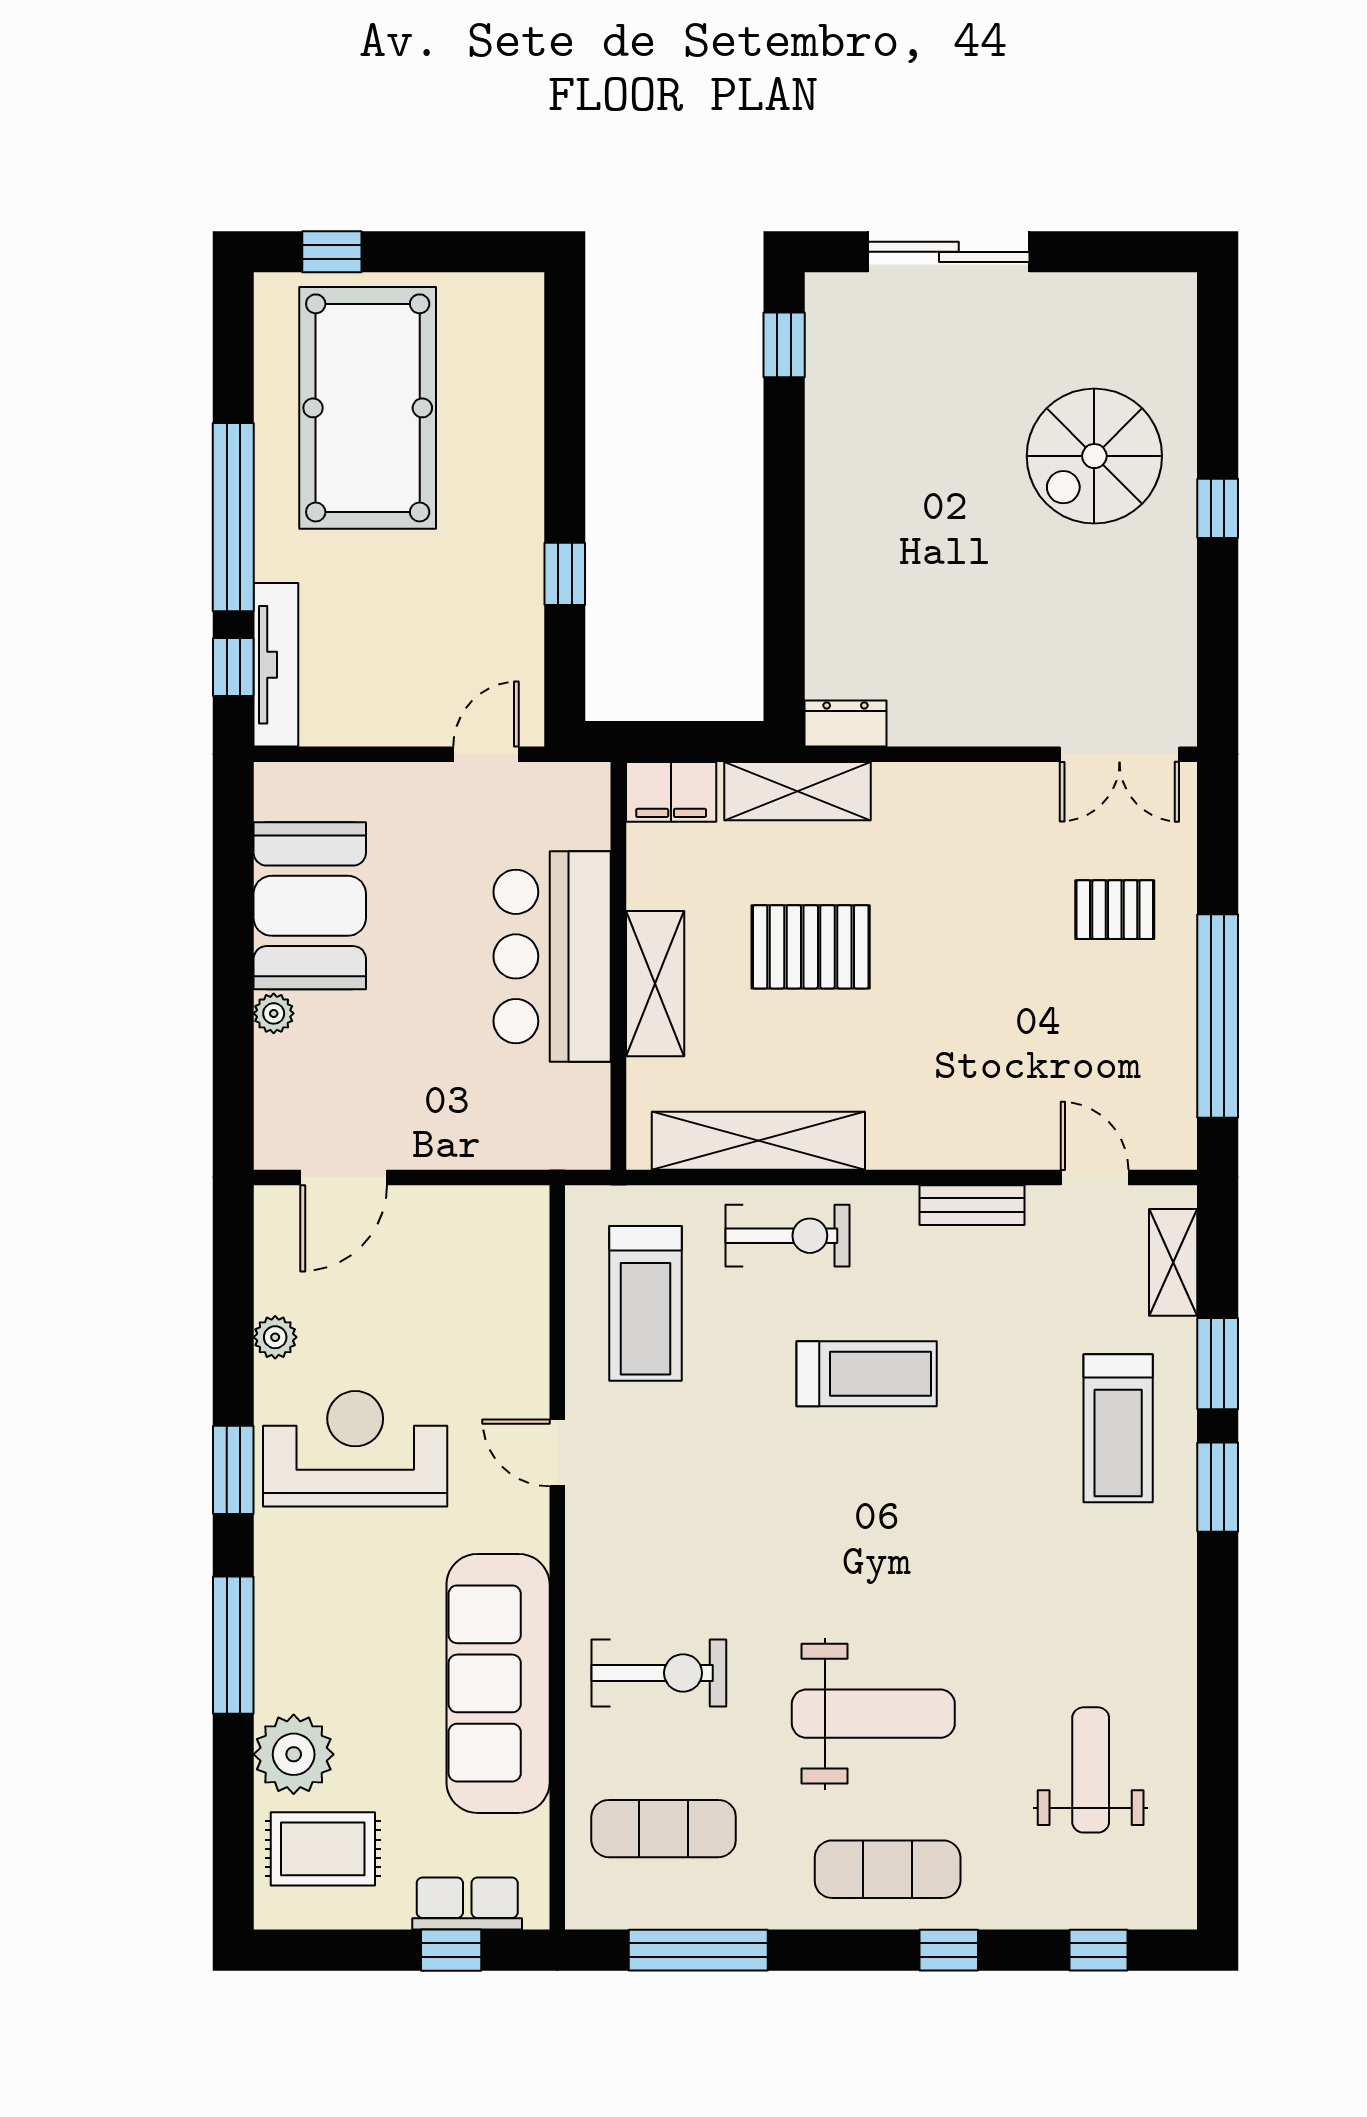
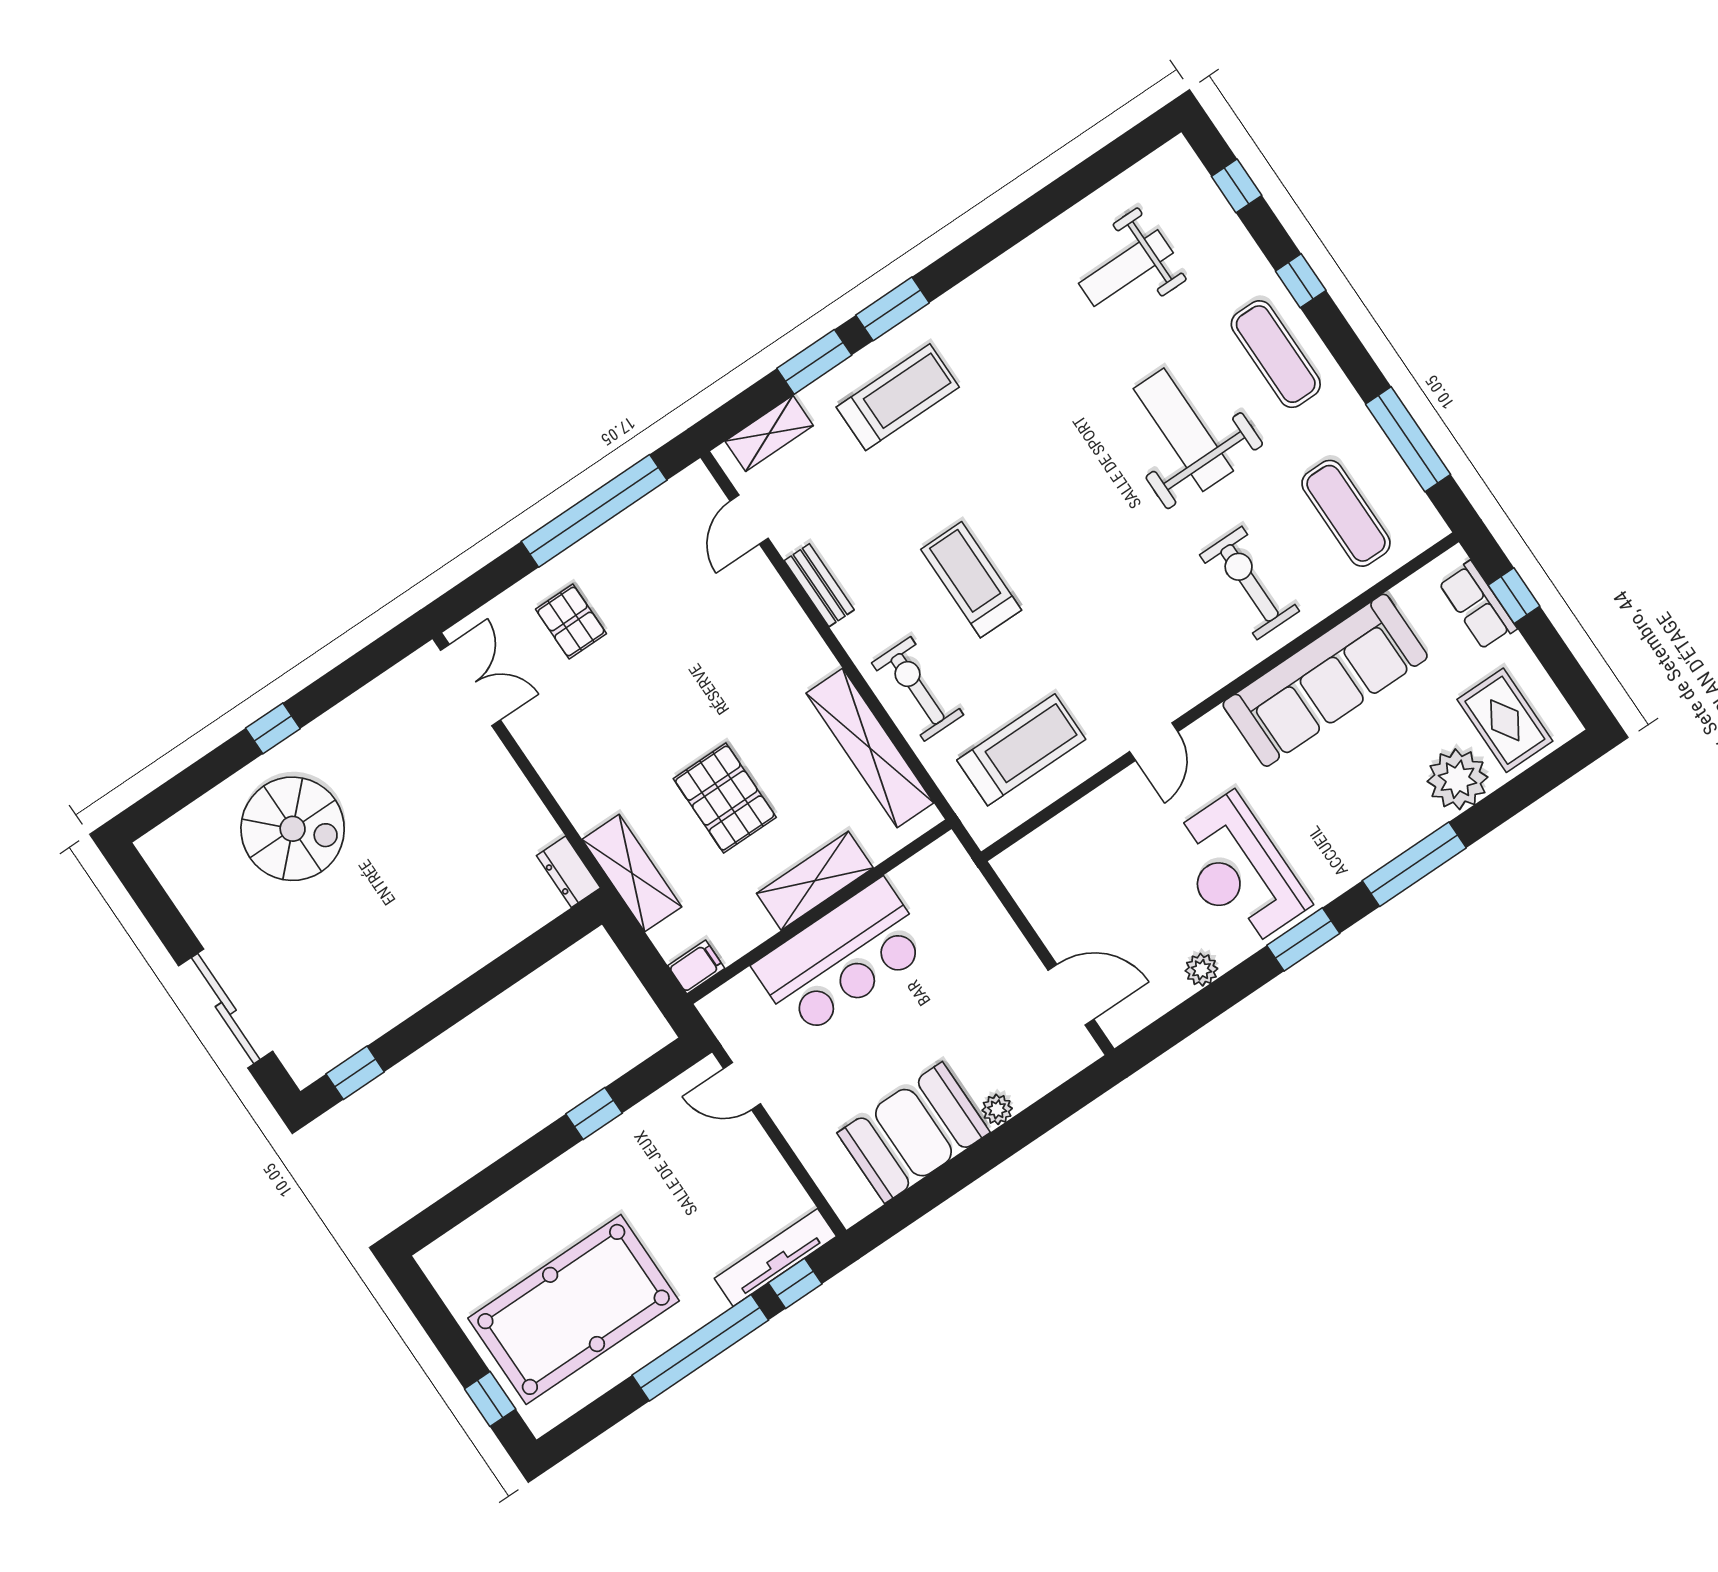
filing cabinet: (671, 792) -> (696, 967), width x0.50

